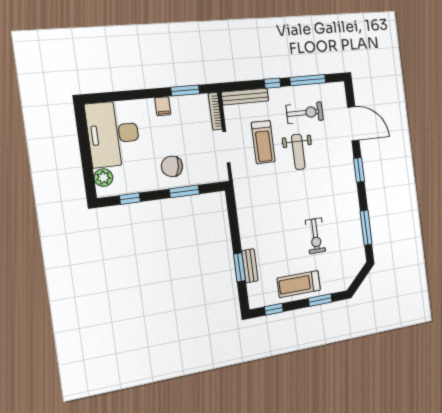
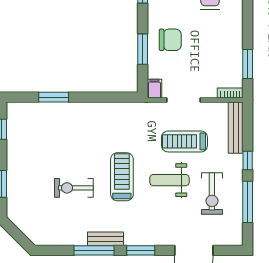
filing cabinet: (163, 106) -> (154, 89), moved, turned 90
bookcase: (215, 111) -> (230, 93), width x0.64
chair: (172, 166) -> (170, 40), turned 80
window: (366, 228) -> (94, 250), moved
bench: (250, 266) -> (105, 239), moved
treadmill: (299, 284) -> (122, 177), moved

